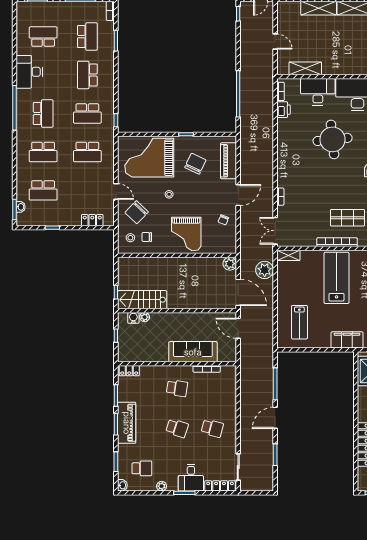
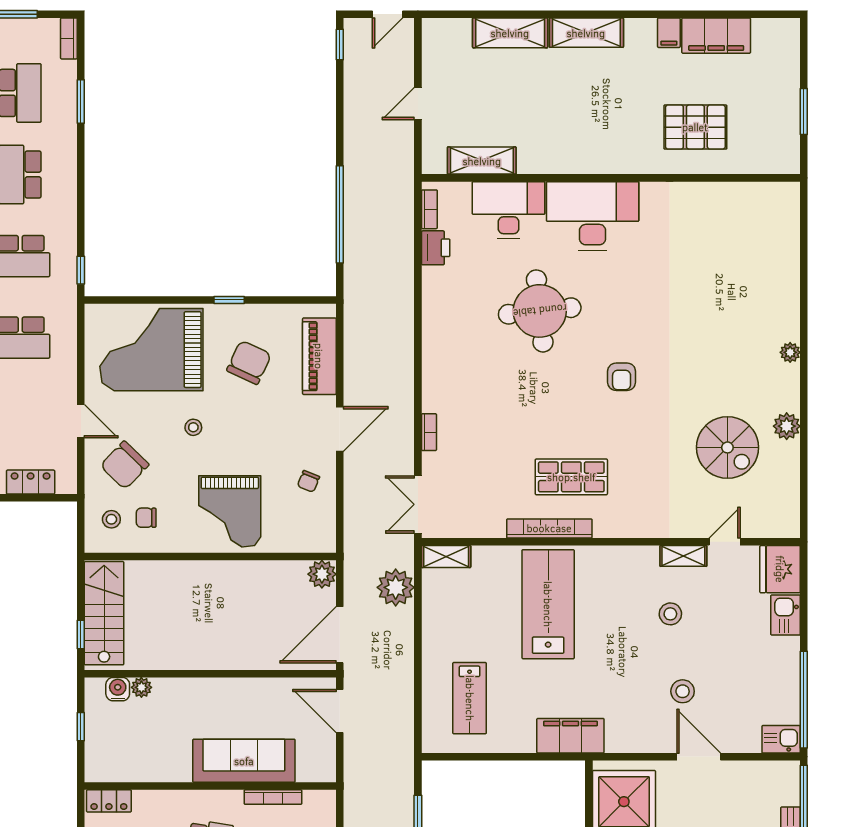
door: (275, 42) -> (418, 104), swing flipped
door: (238, 292) -> (340, 635), swing flipped
stairs: (142, 300) -> (104, 613), moved, turned 90

